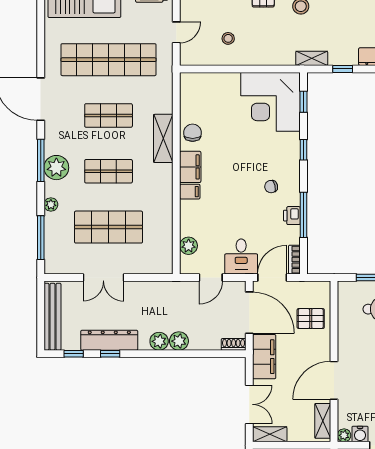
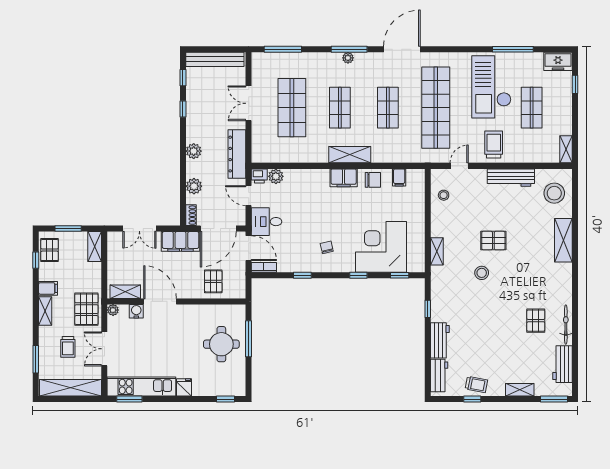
door: (176, 32) -> (459, 166), swing flipped
stool: (228, 38) -> (444, 195), moved
shelving: (312, 58) -> (437, 251), moved
corner desk: (271, 102) -> (381, 247), moved
shelving: (163, 138) -> (350, 155), moved
plant: (56, 168) -> (348, 58), width x0.53, depth x0.53
filing cabinet: (190, 192) -> (399, 177), moved
plant: (51, 205) -> (311, 58), removed
window: (304, 215) -> (302, 275), width x0.46
printer: (292, 216) -> (259, 176), moved, turned 180
dresser: (109, 340) -> (237, 154), moved, turned 180
plant: (179, 341) -> (194, 186), moved
shelving: (270, 434) -> (114, 246), removed
water cooler: (360, 434) -> (136, 311), moved, turned 90

